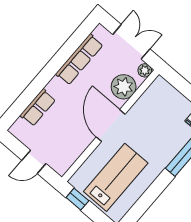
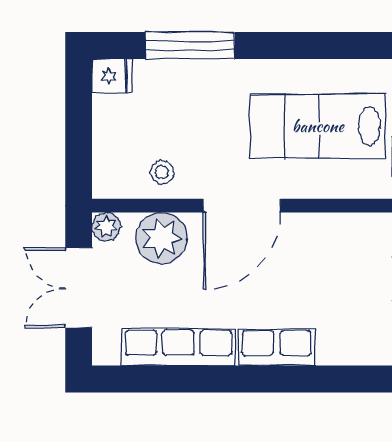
row of seats: (38, 107) -> (277, 347), moved
stool: (147, 107) -> (162, 172), added

